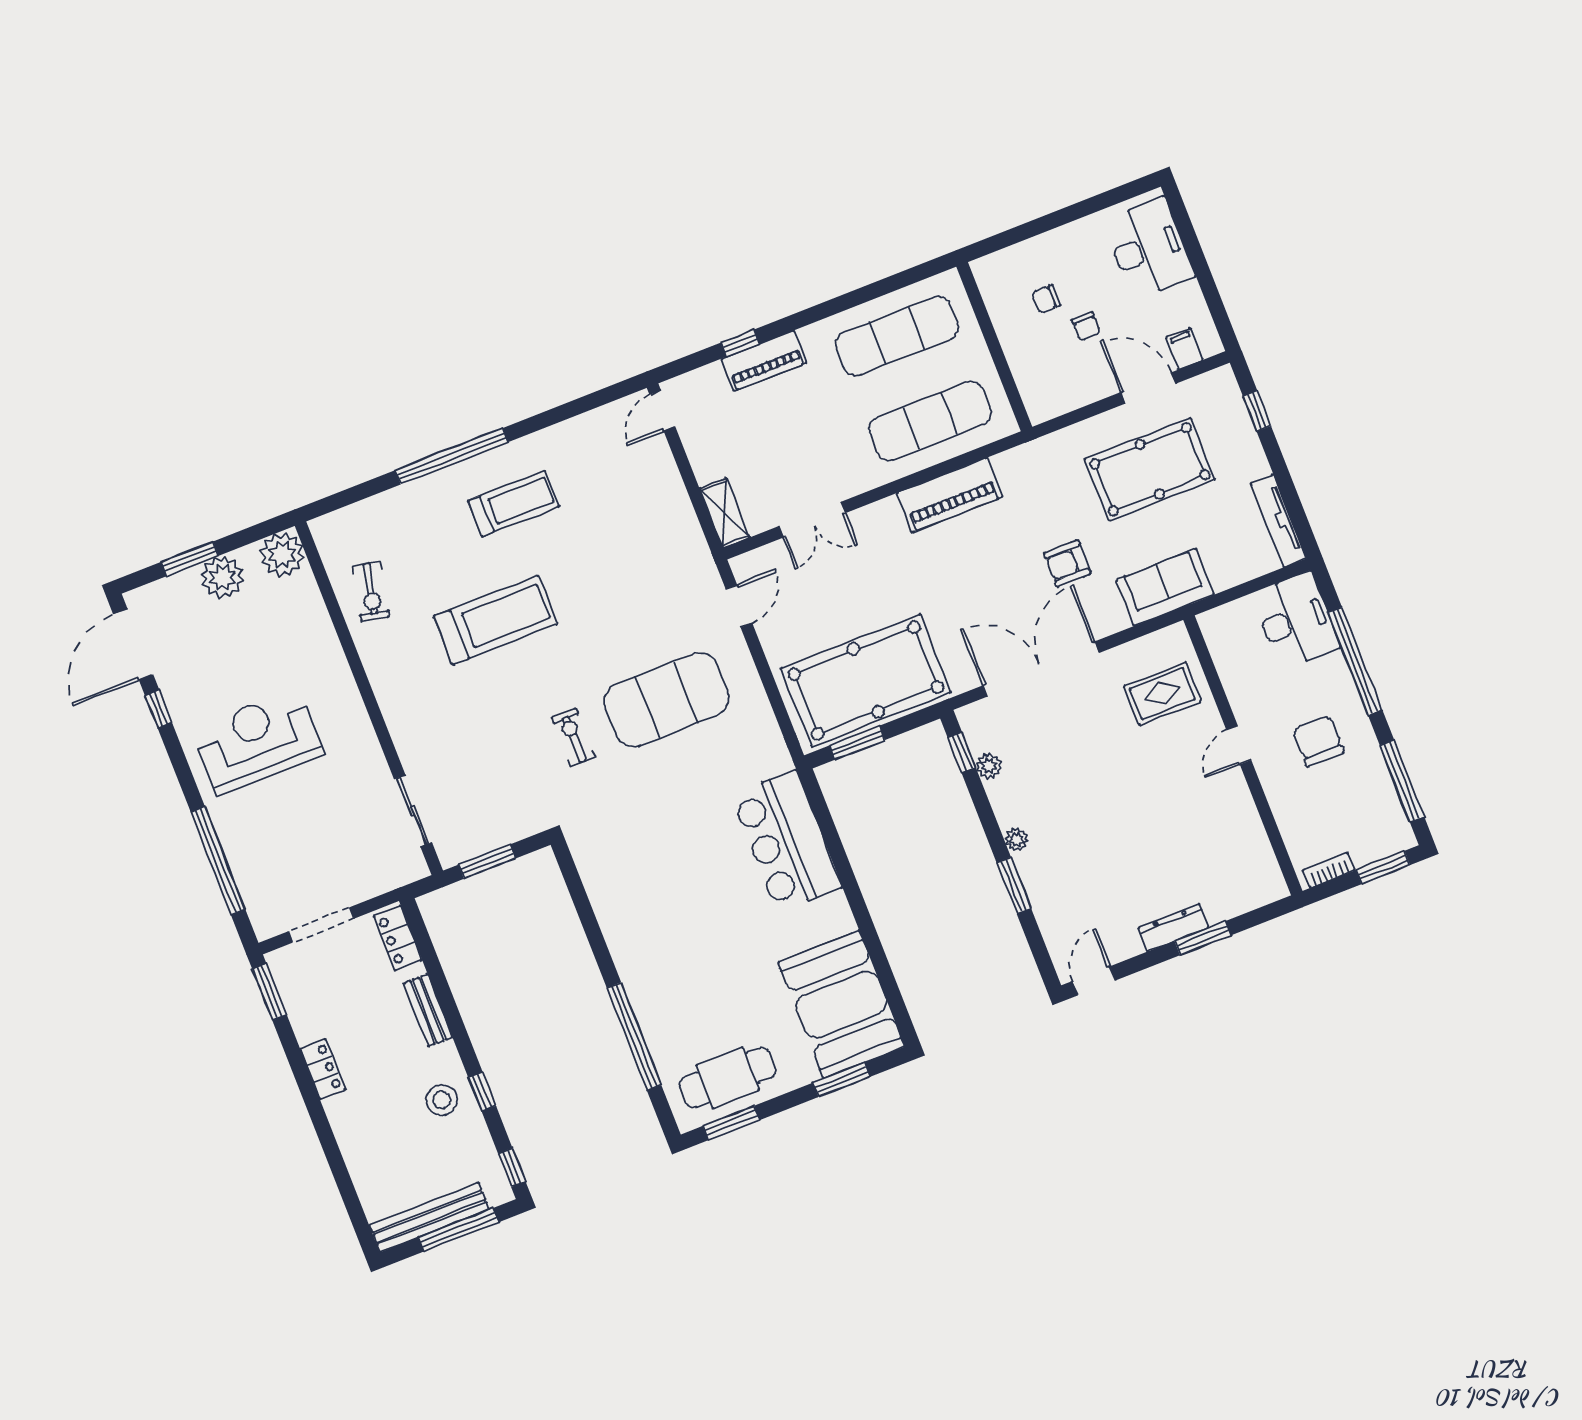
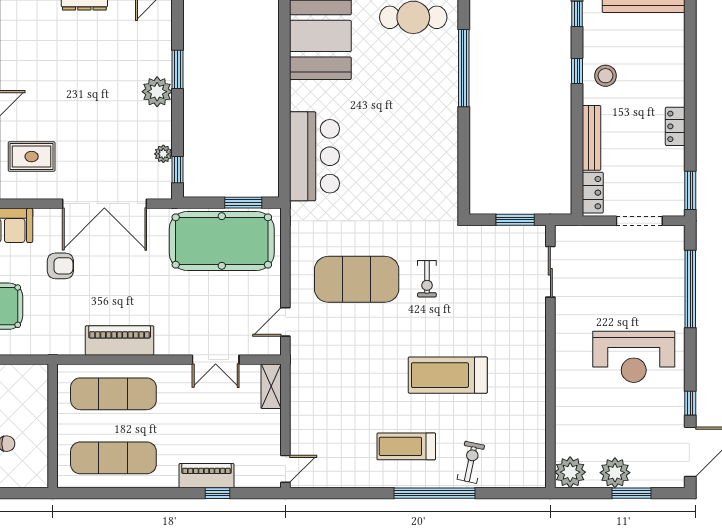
double door: (812, 520) -> (216, 360), swing flipped
exercise bike: (371, 591) -> (471, 462), moved
plant: (1016, 840) -> (157, 92), width x1.88, depth x1.88
bench: (428, 1010) -> (591, 138), width x1.36

